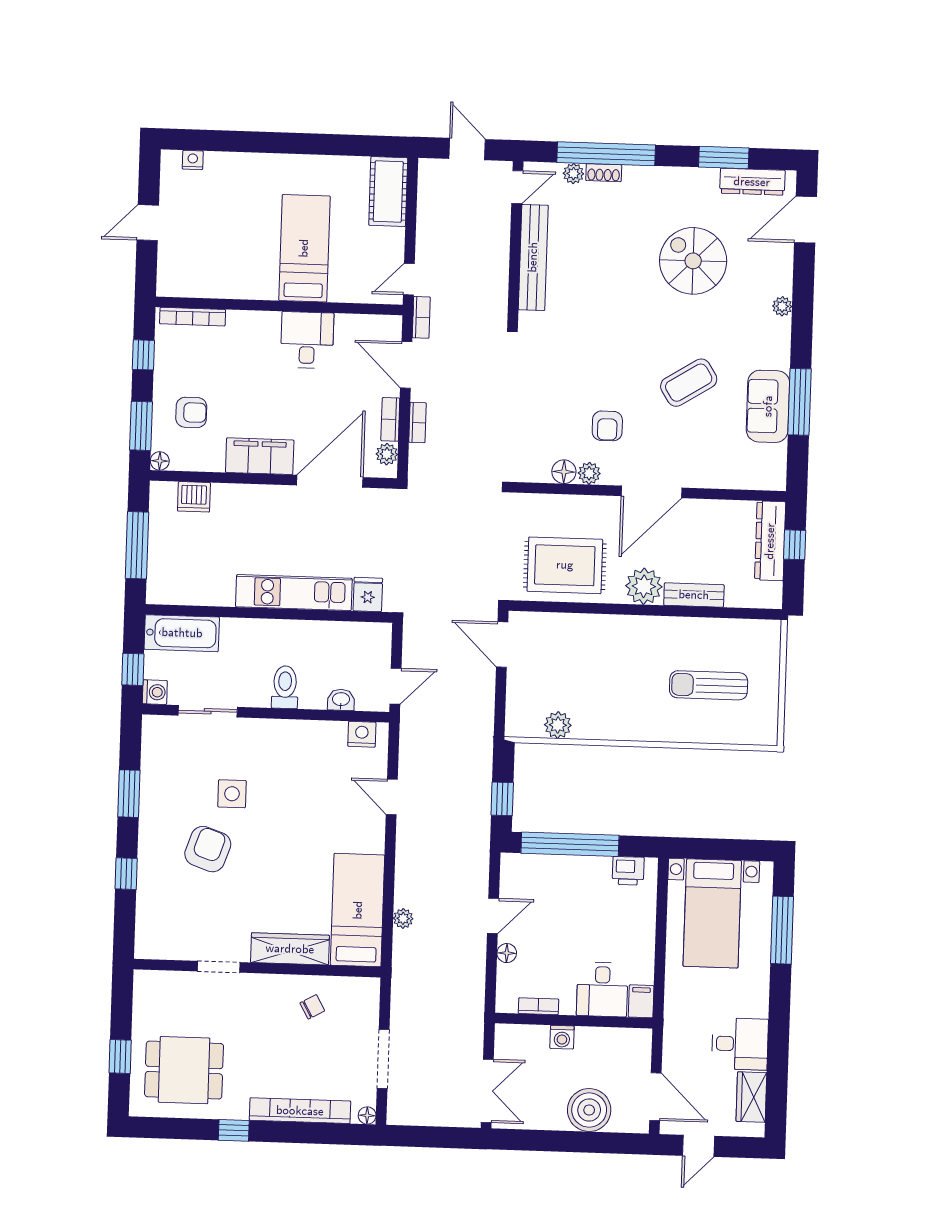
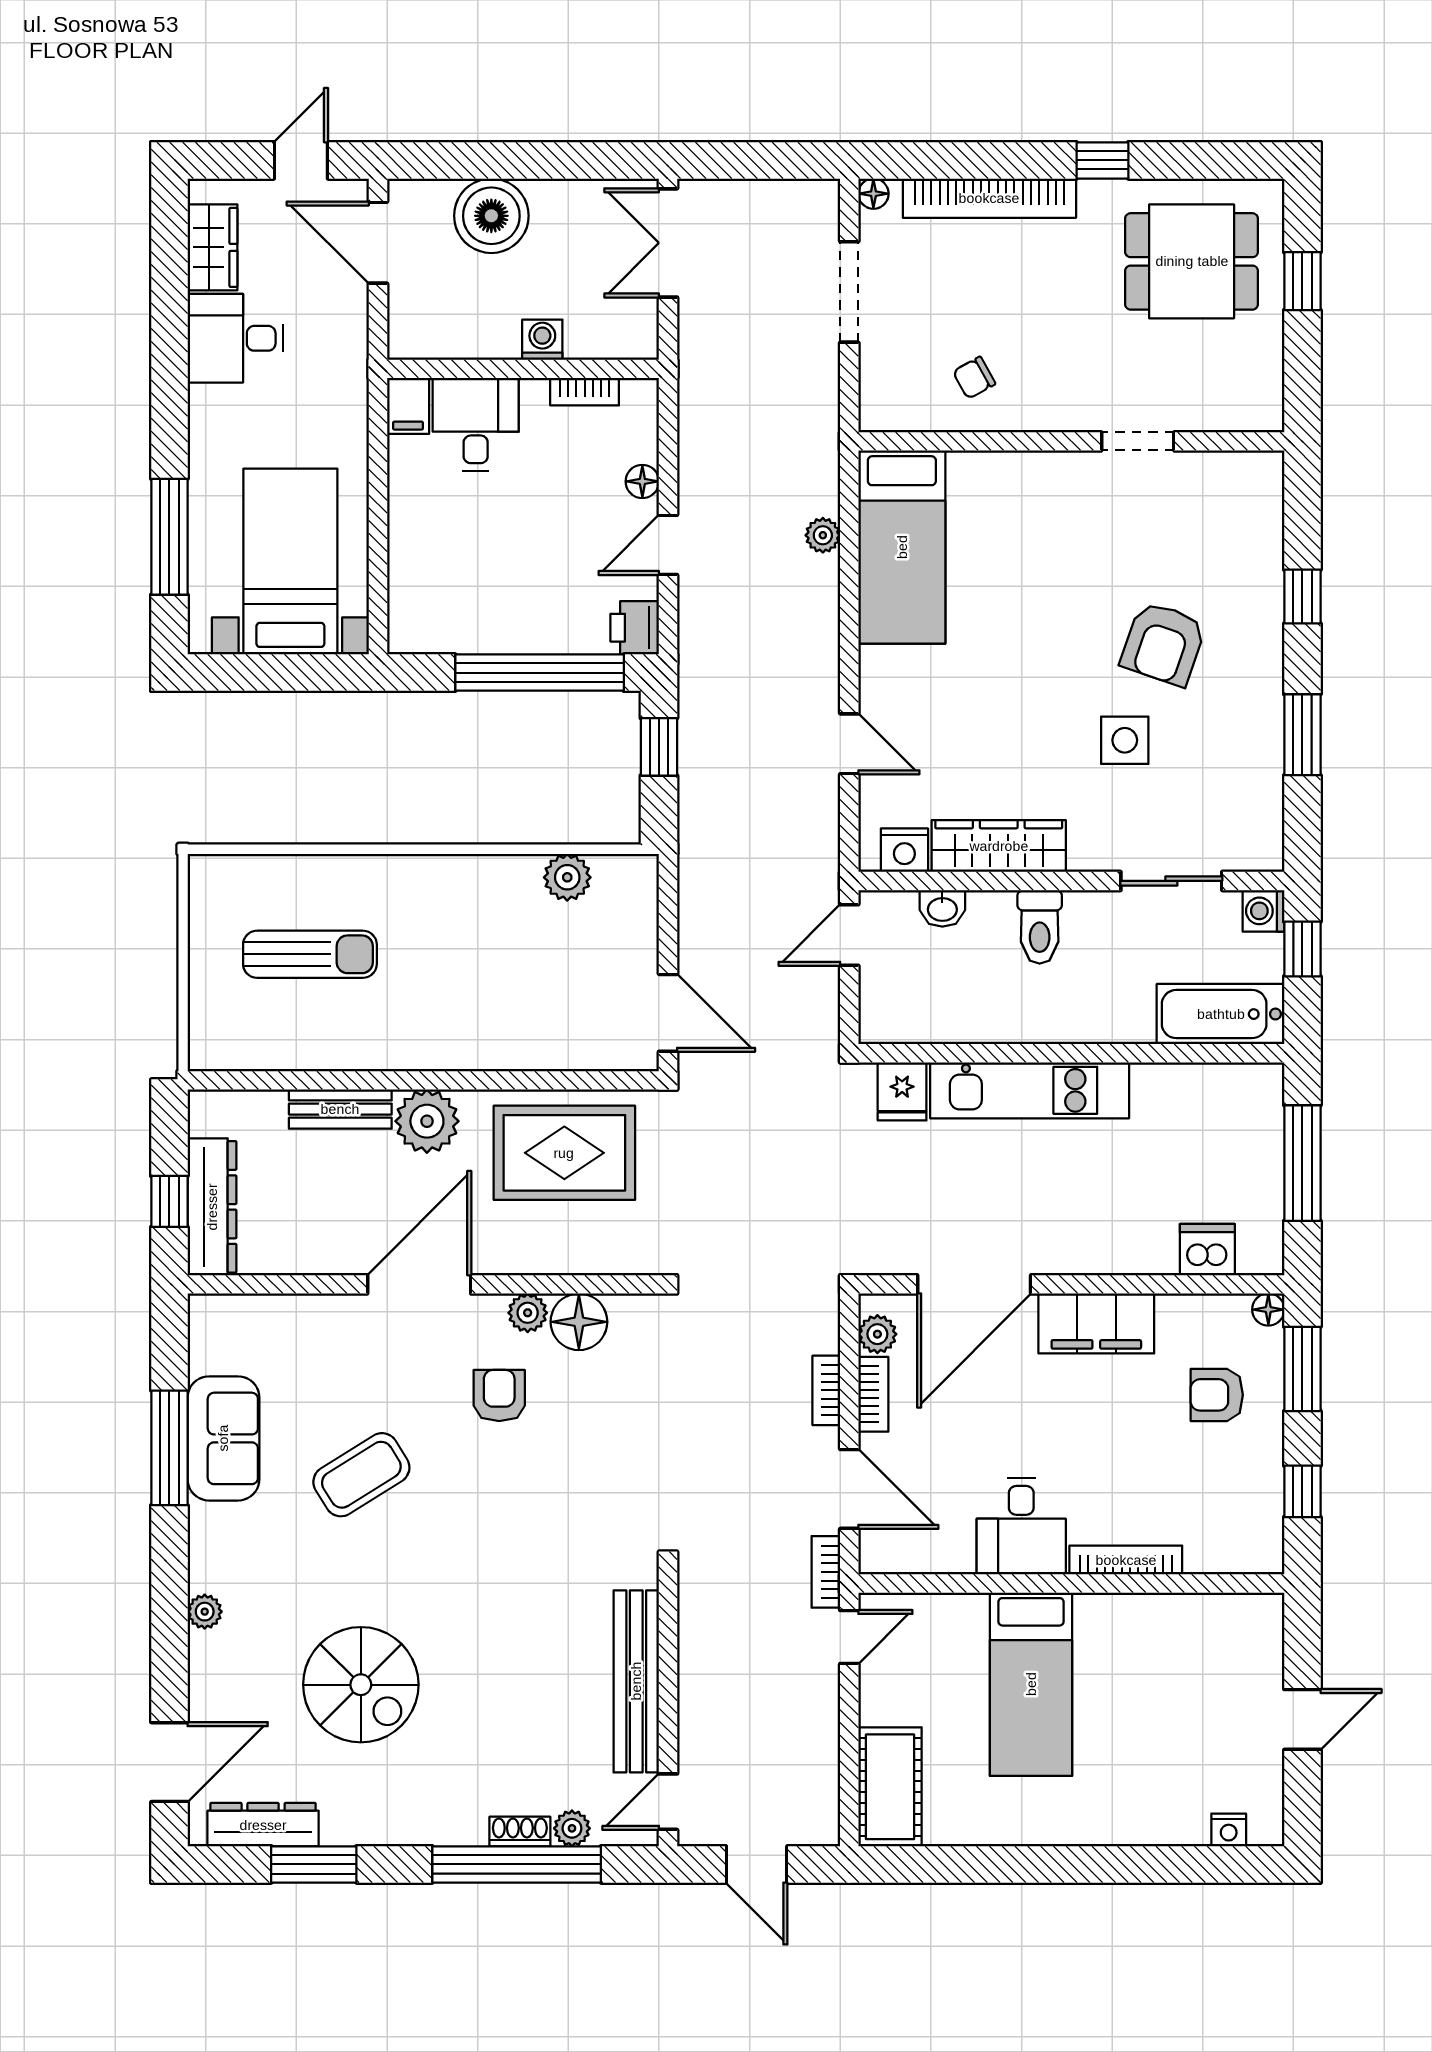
bookcase: (193, 317) -> (1126, 1560), moved
floor lamp: (564, 472) -> (579, 1322), width x1.38, depth x1.38
printer: (628, 871) -> (635, 628), moved, turned -90
wardrobe: (290, 949) -> (999, 846), moved, turned 180

